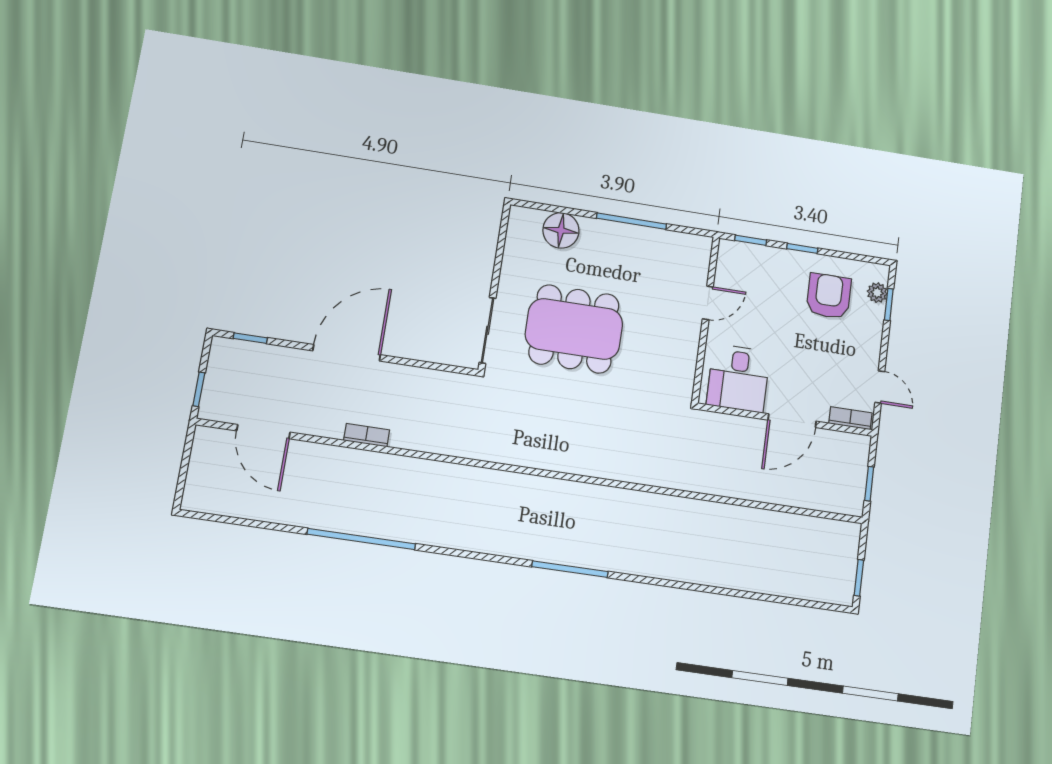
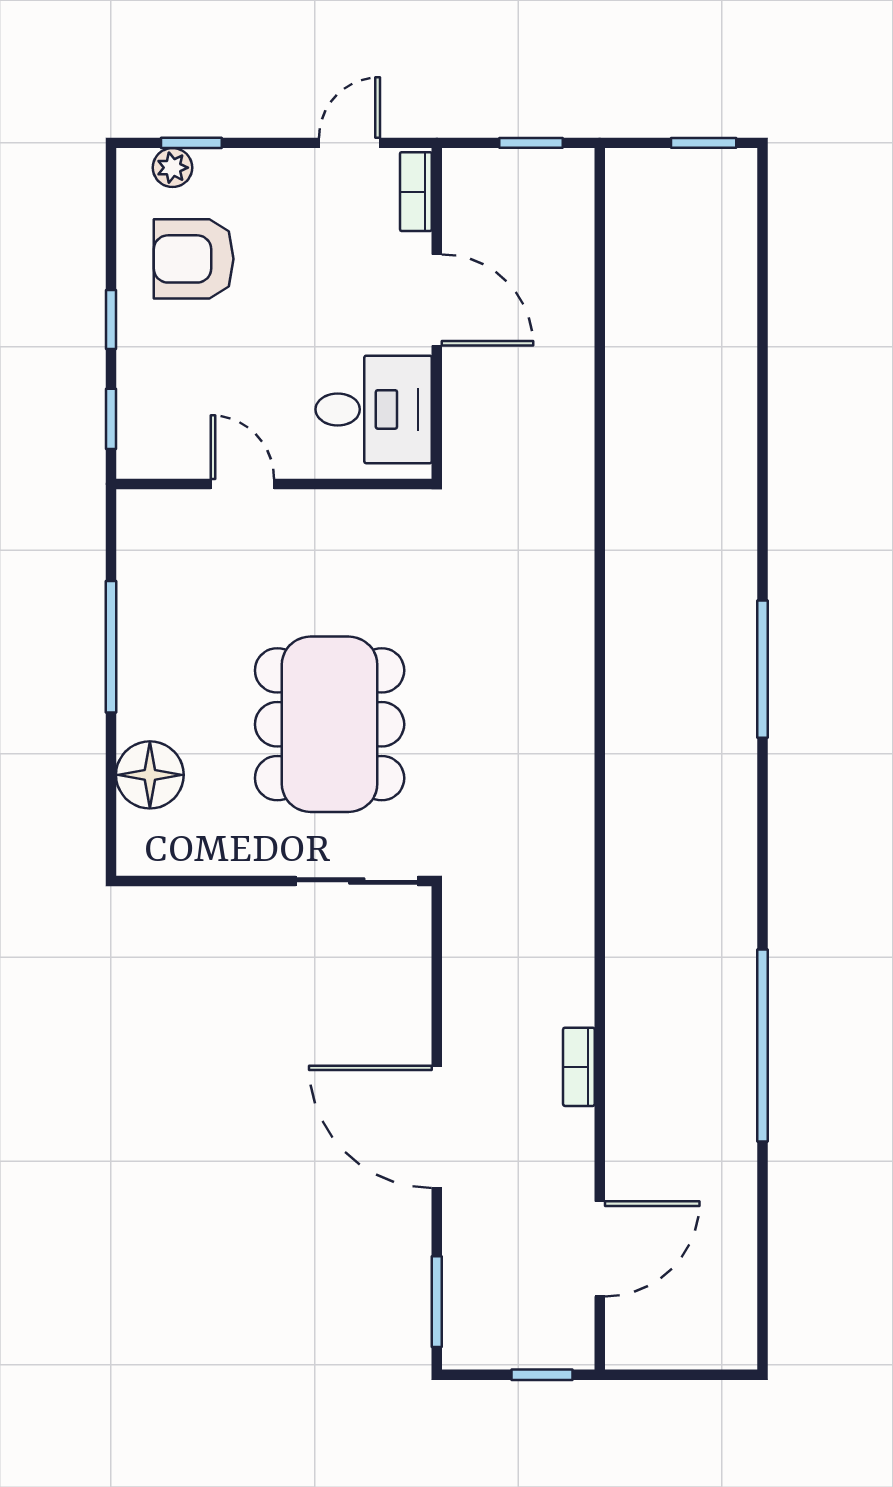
window: (250, 338) -> (437, 1302), width x1.50

